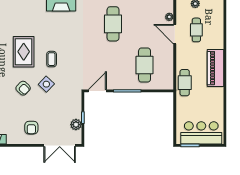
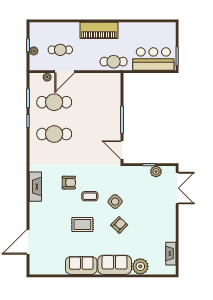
rug: (24, 52) -> (82, 224), width x0.73, depth x0.70
cafe table: (145, 65) -> (54, 102), moved
armchair: (31, 128) -> (69, 183), moved
bar counter: (201, 133) -> (153, 59), moved, turned 90

